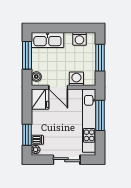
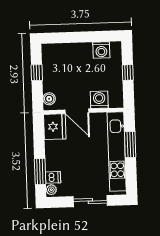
kitchen sink: (47, 40) -> (62, 53), removed
window: (27, 55) -> (37, 73), width x0.46
window: (100, 58) -> (128, 73), width x0.46
window: (100, 115) -> (130, 145), width x0.69

